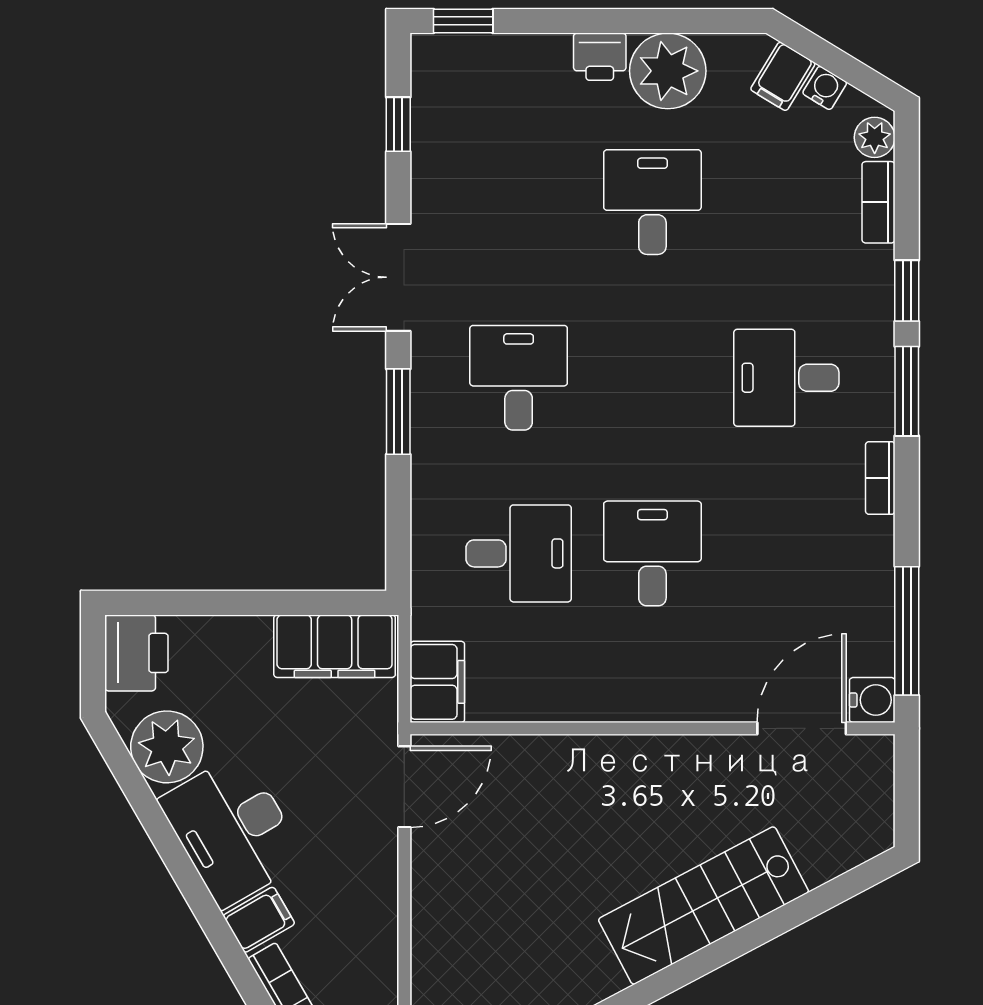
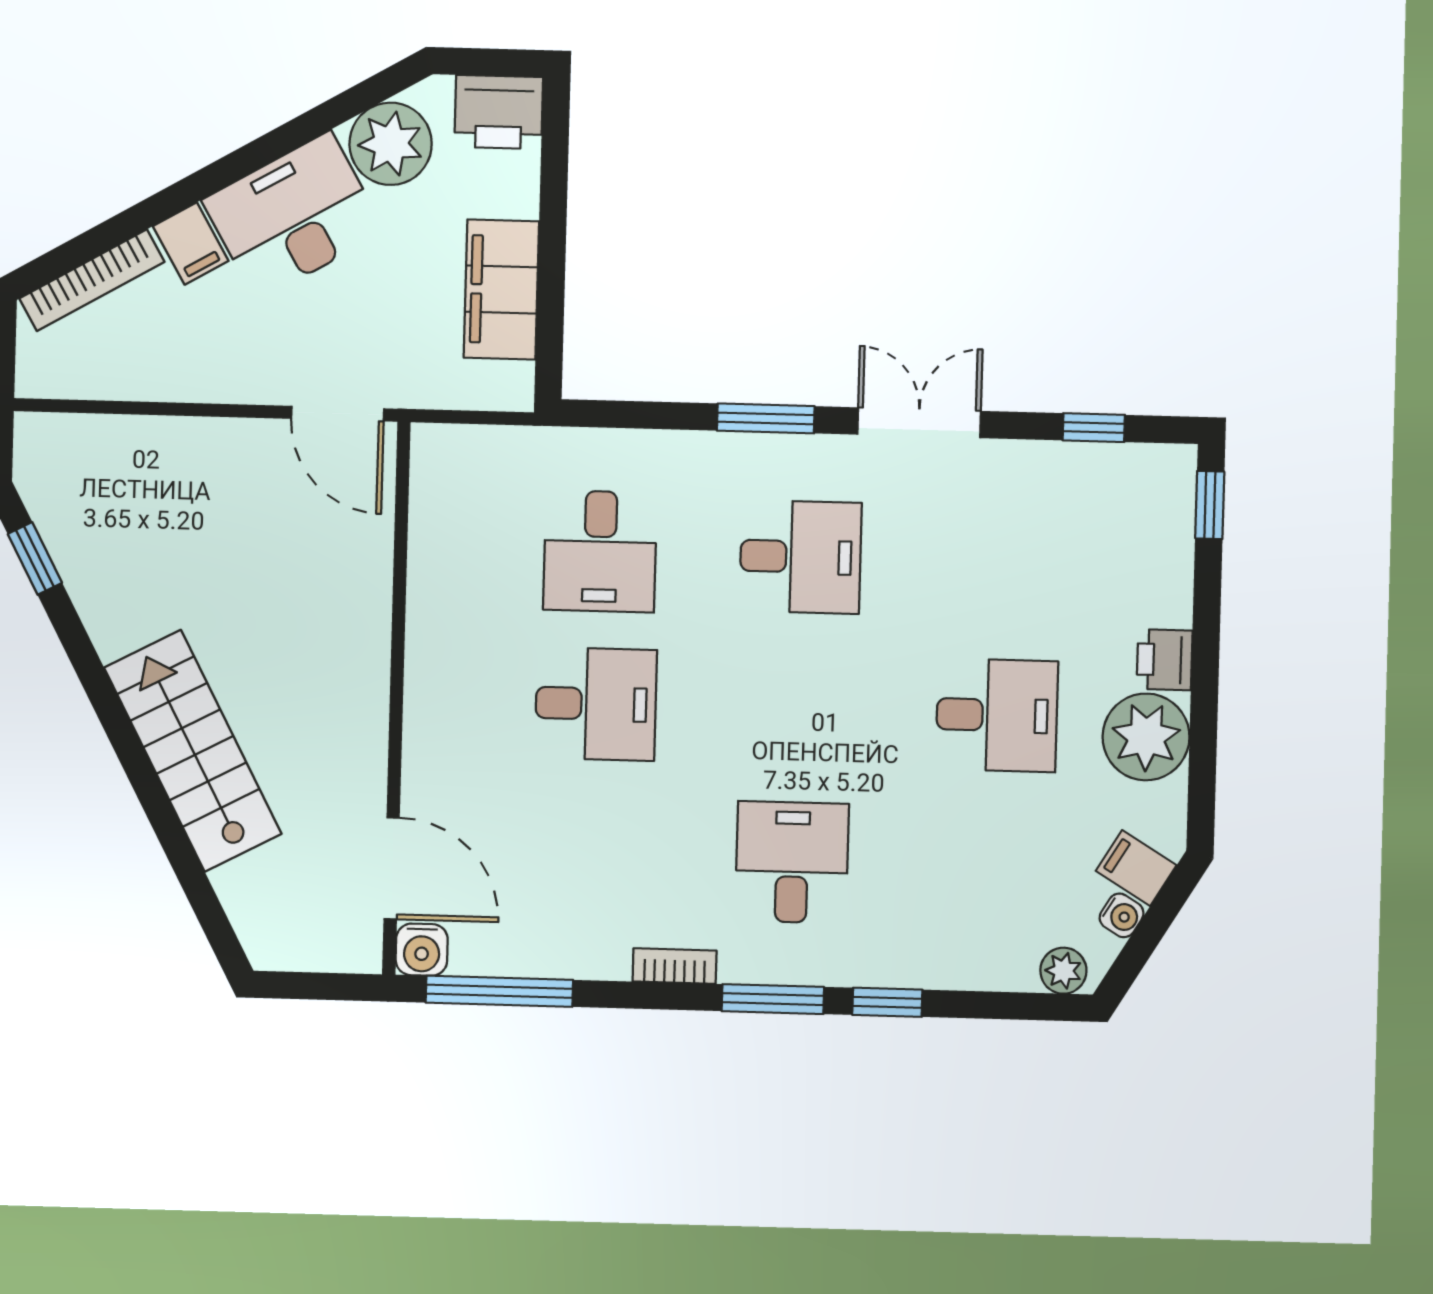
bookcase: (878, 202) -> (989, 973), removed
filing cabinet: (335, 646) -> (501, 289), moved
filing cabinet: (437, 682) -> (456, 454), removed

